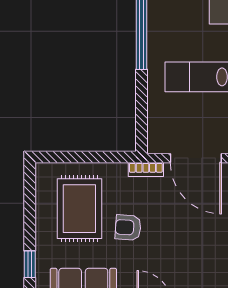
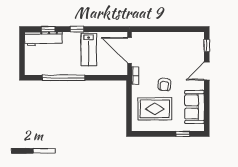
door: (196, 158) -> (130, 50), swing flipped

